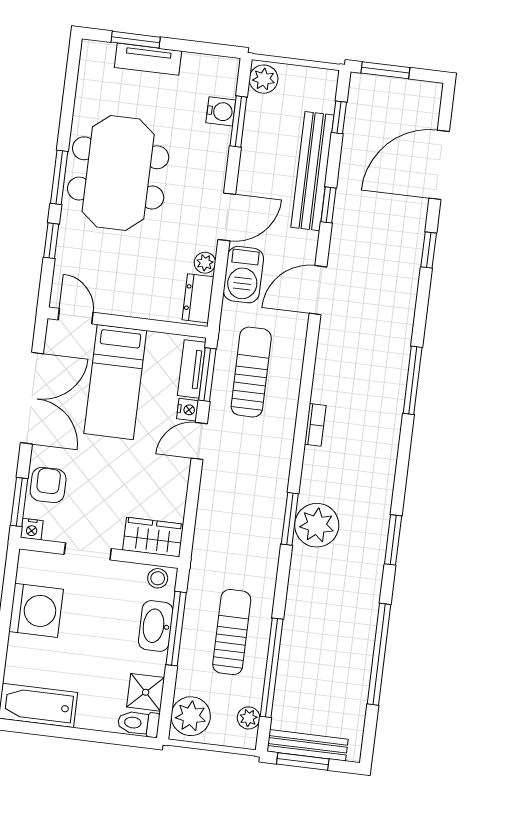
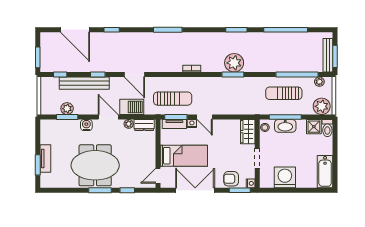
plant: (264, 79) -> (67, 109), moved
water cooler: (221, 111) -> (86, 125), moved
sun lounger: (251, 372) -> (173, 99), turned 180

